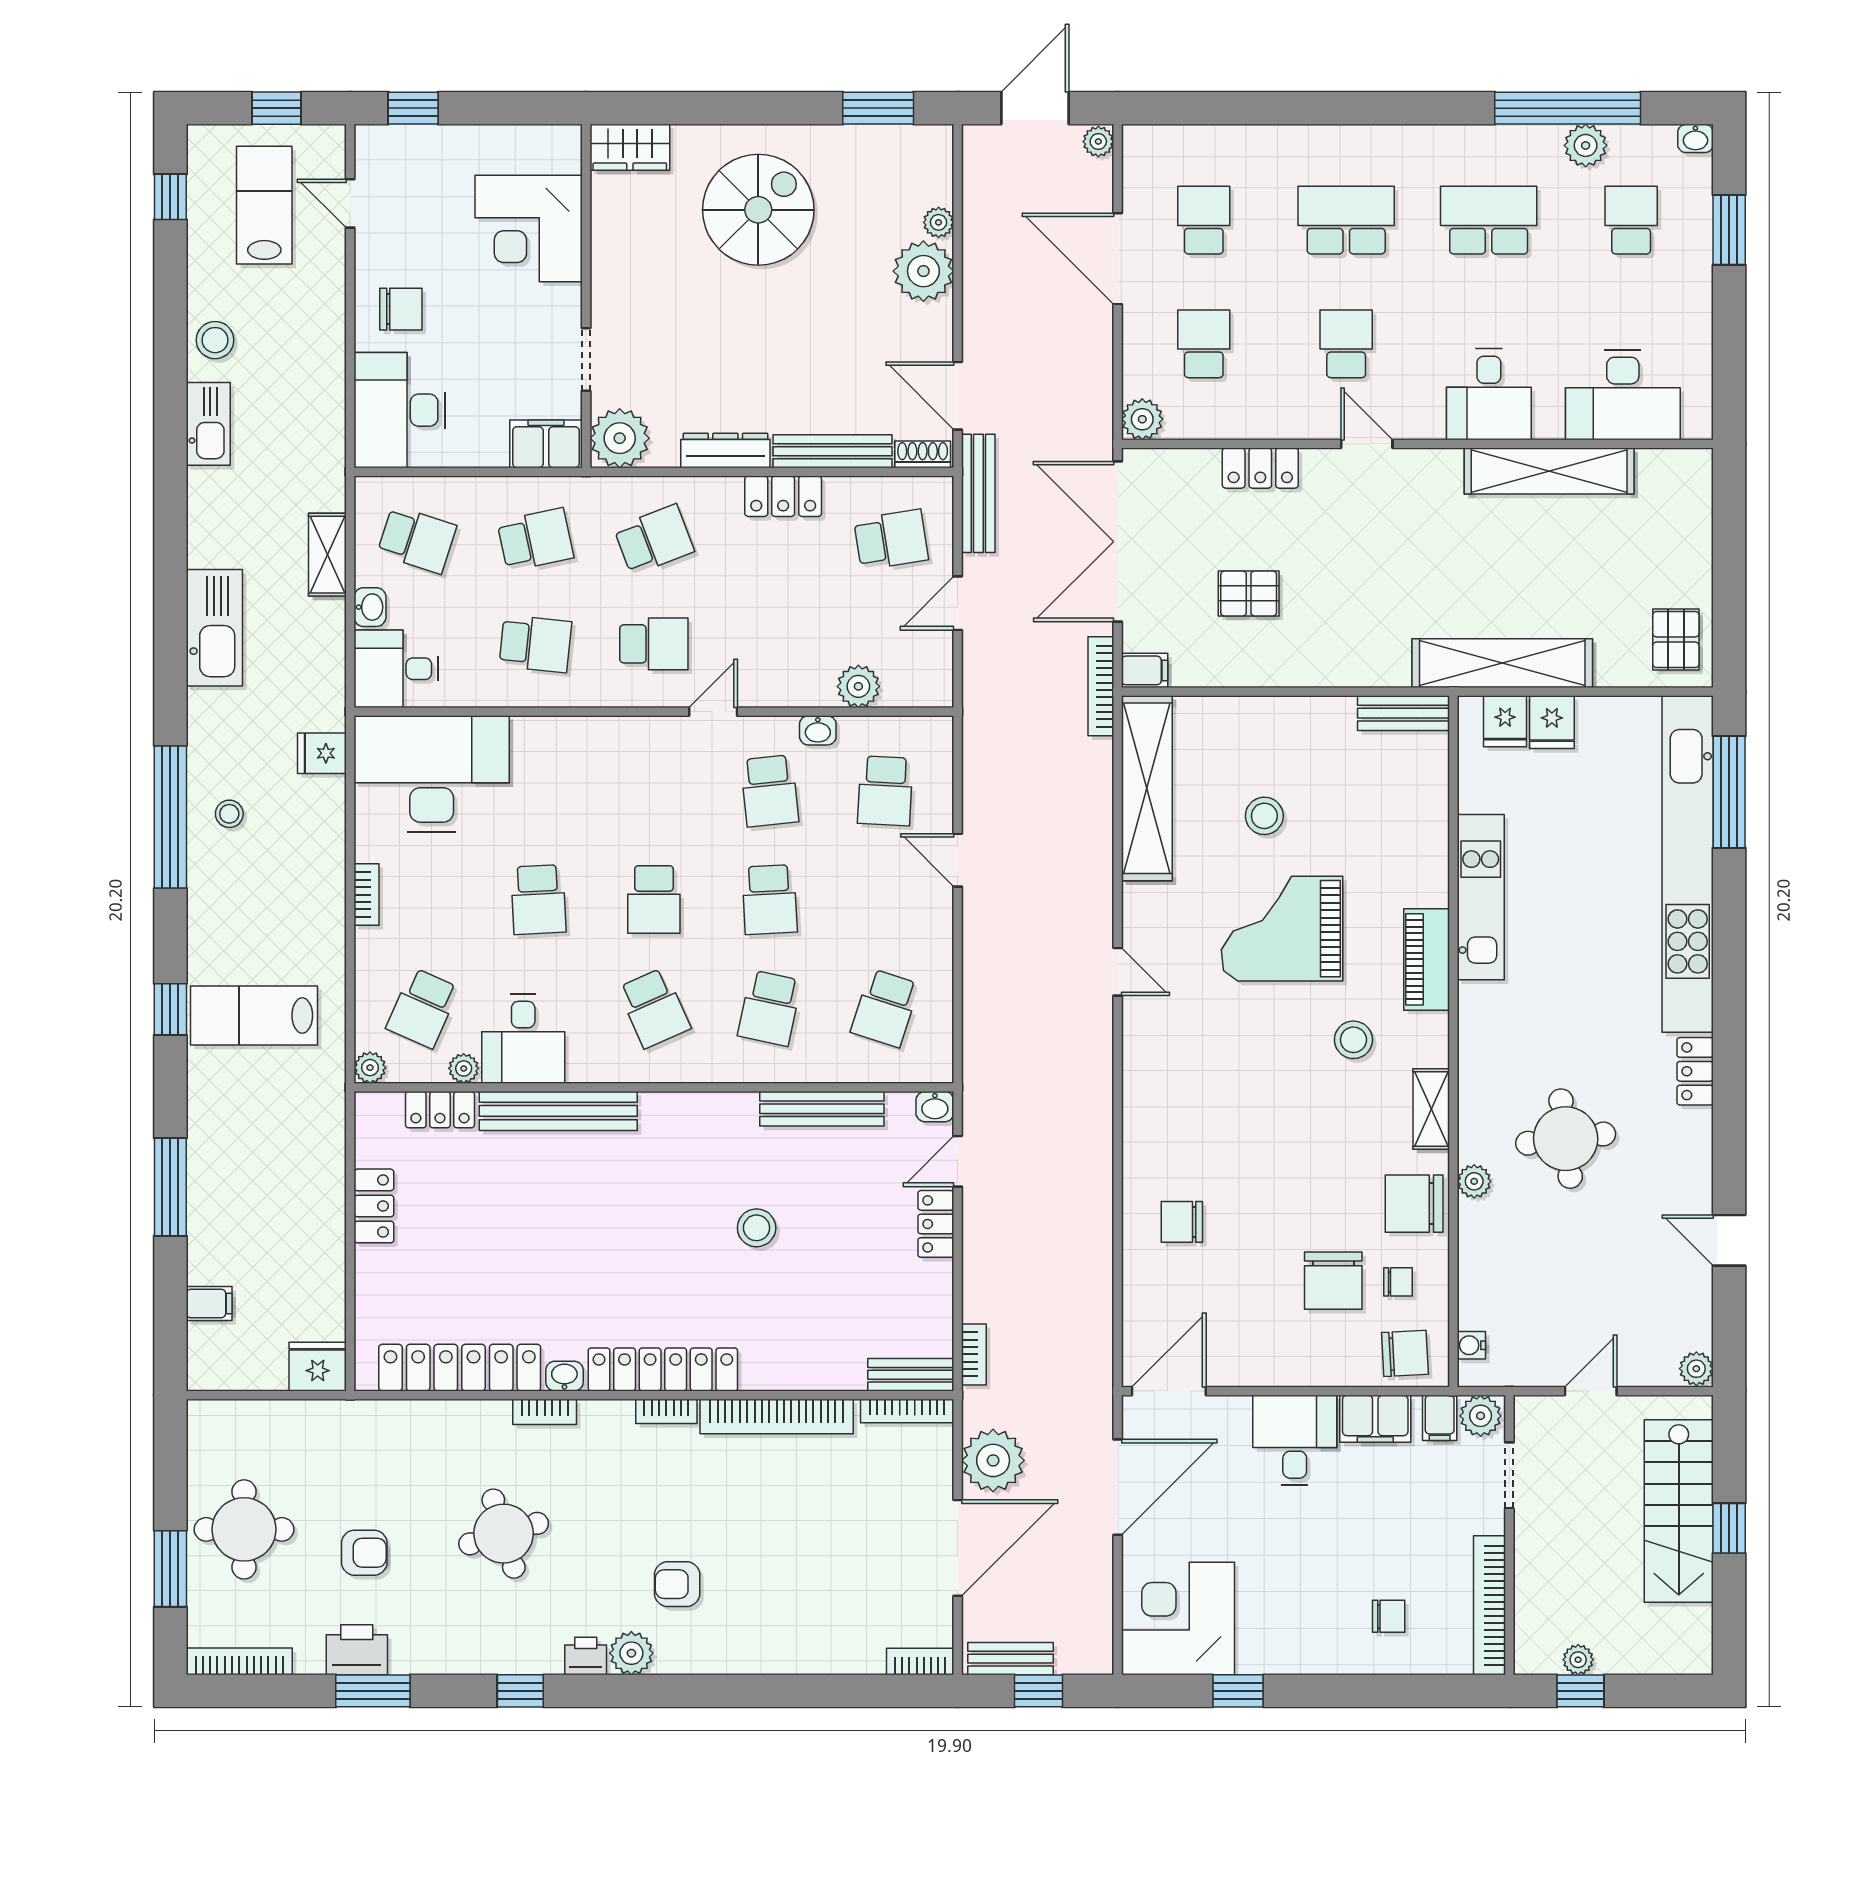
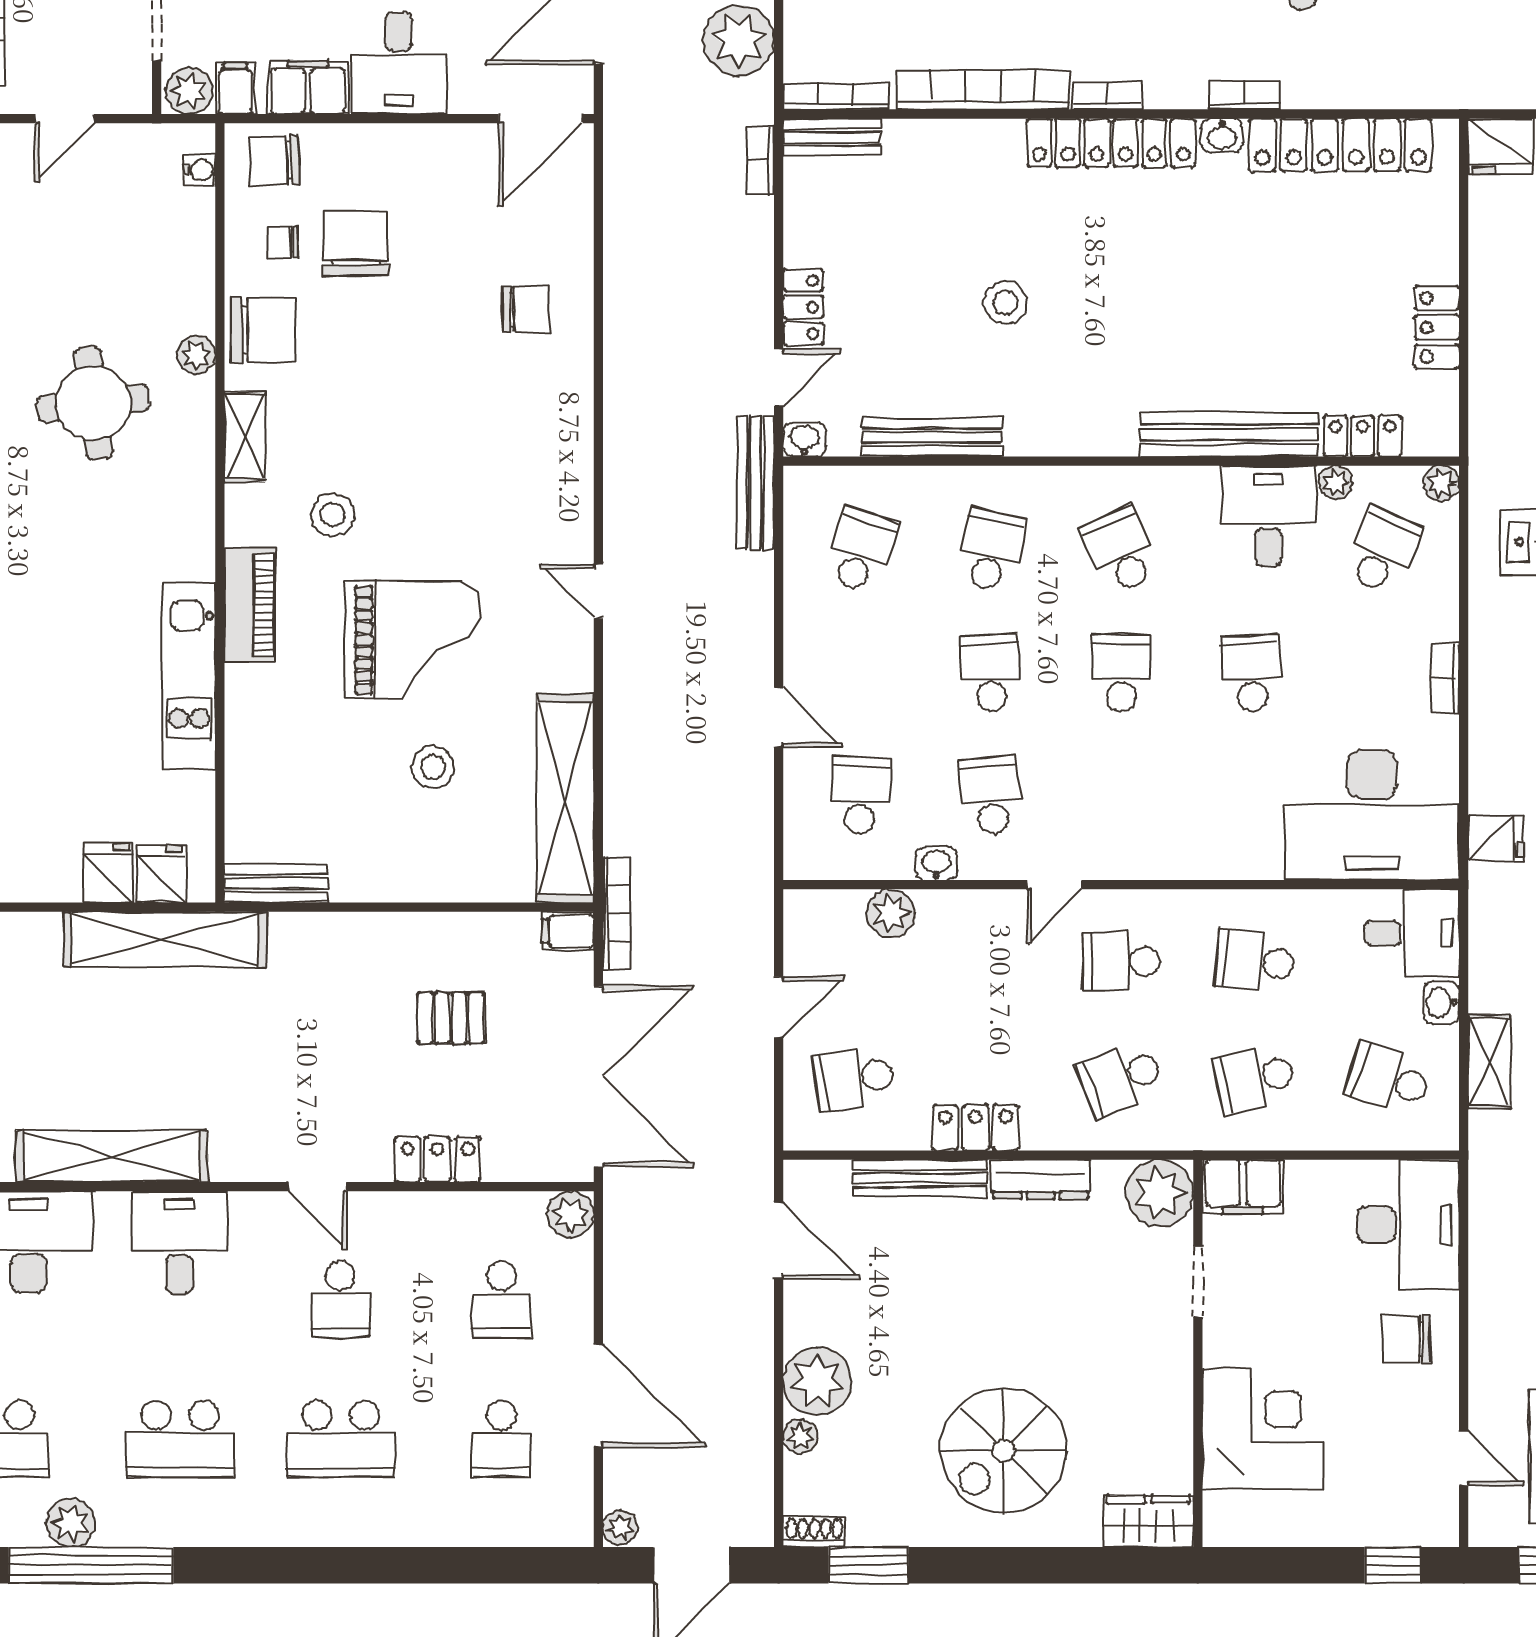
shoe rack: (923, 454) -> (814, 1532), moved, turned 180
bench: (978, 493) -> (755, 483), moved

